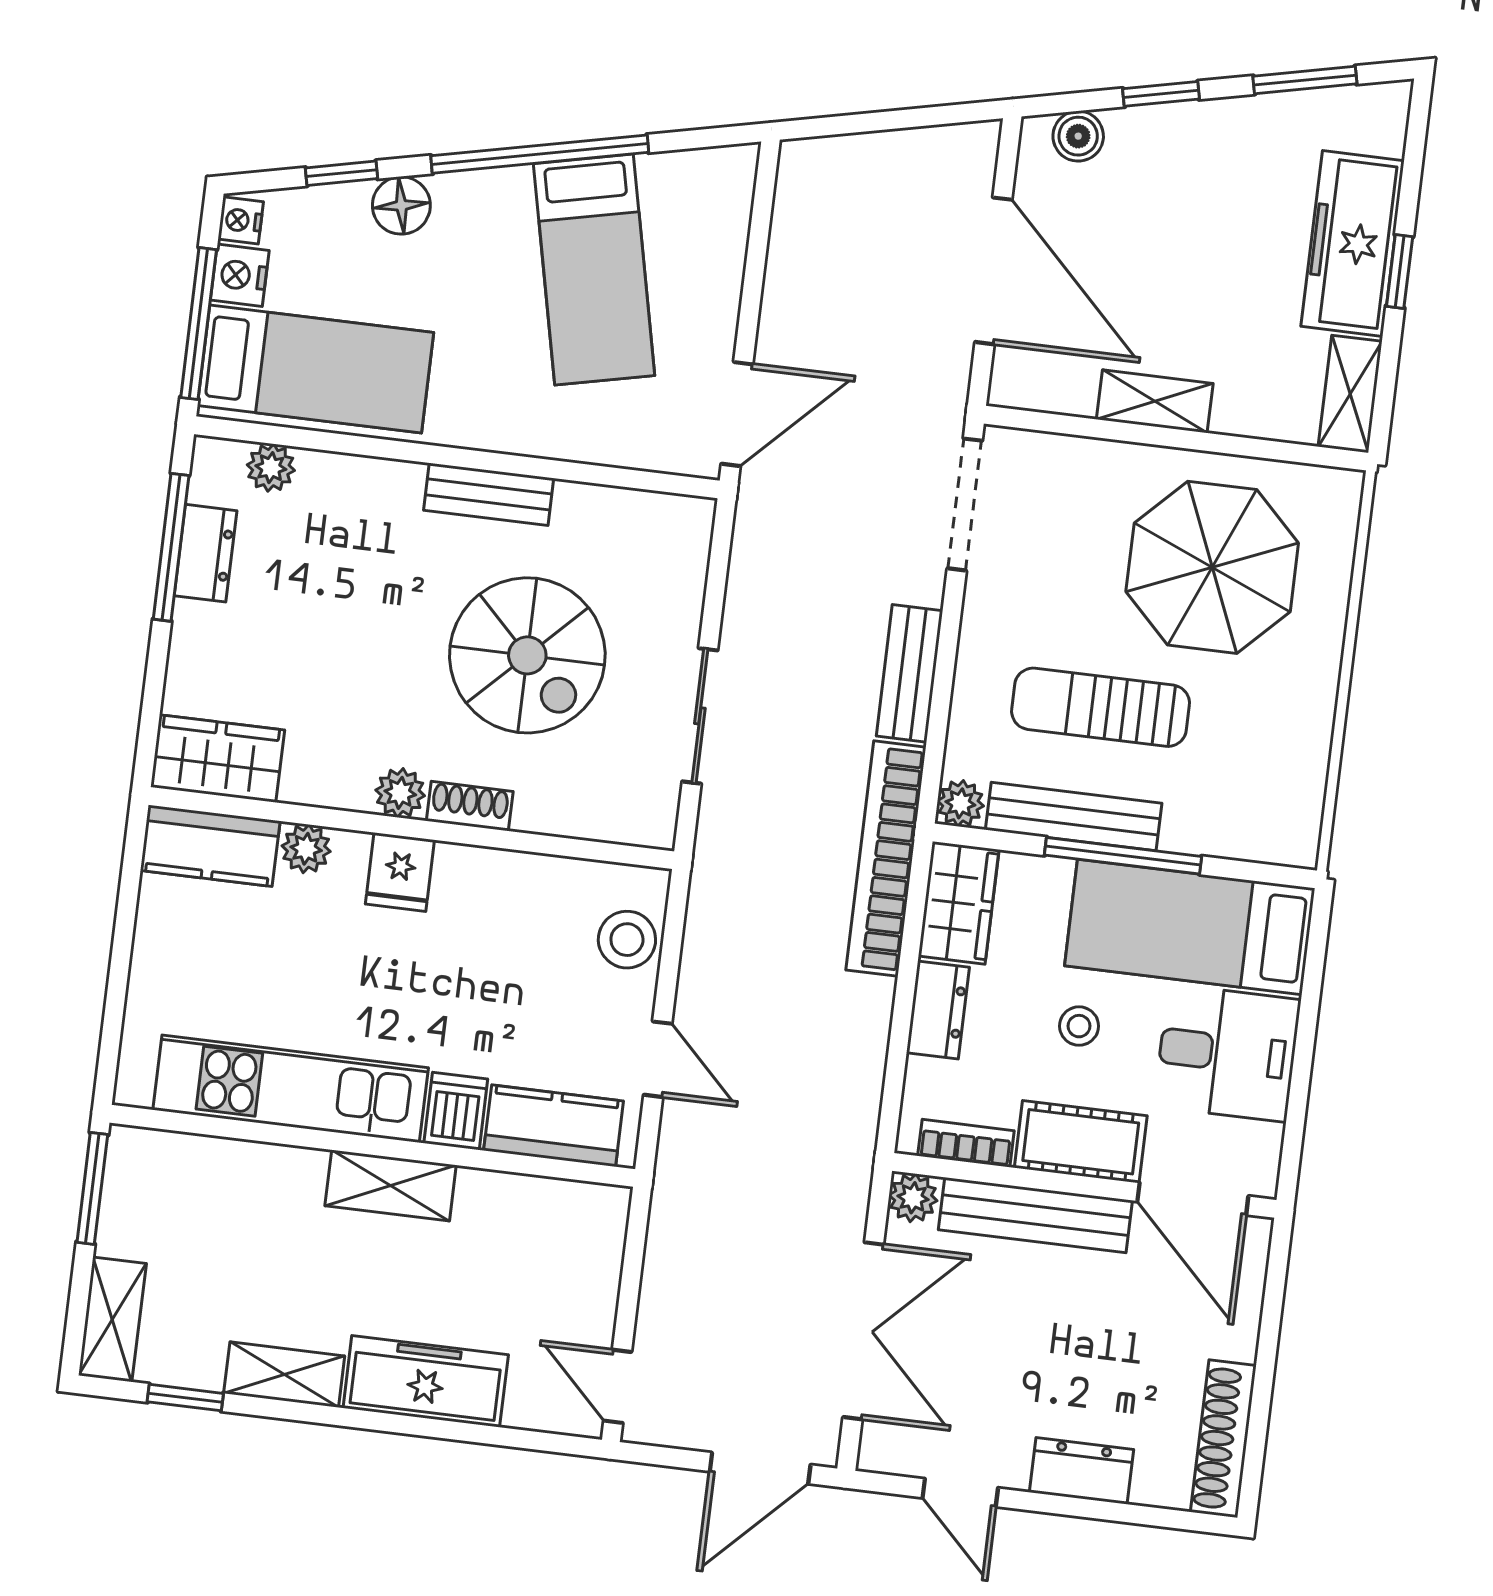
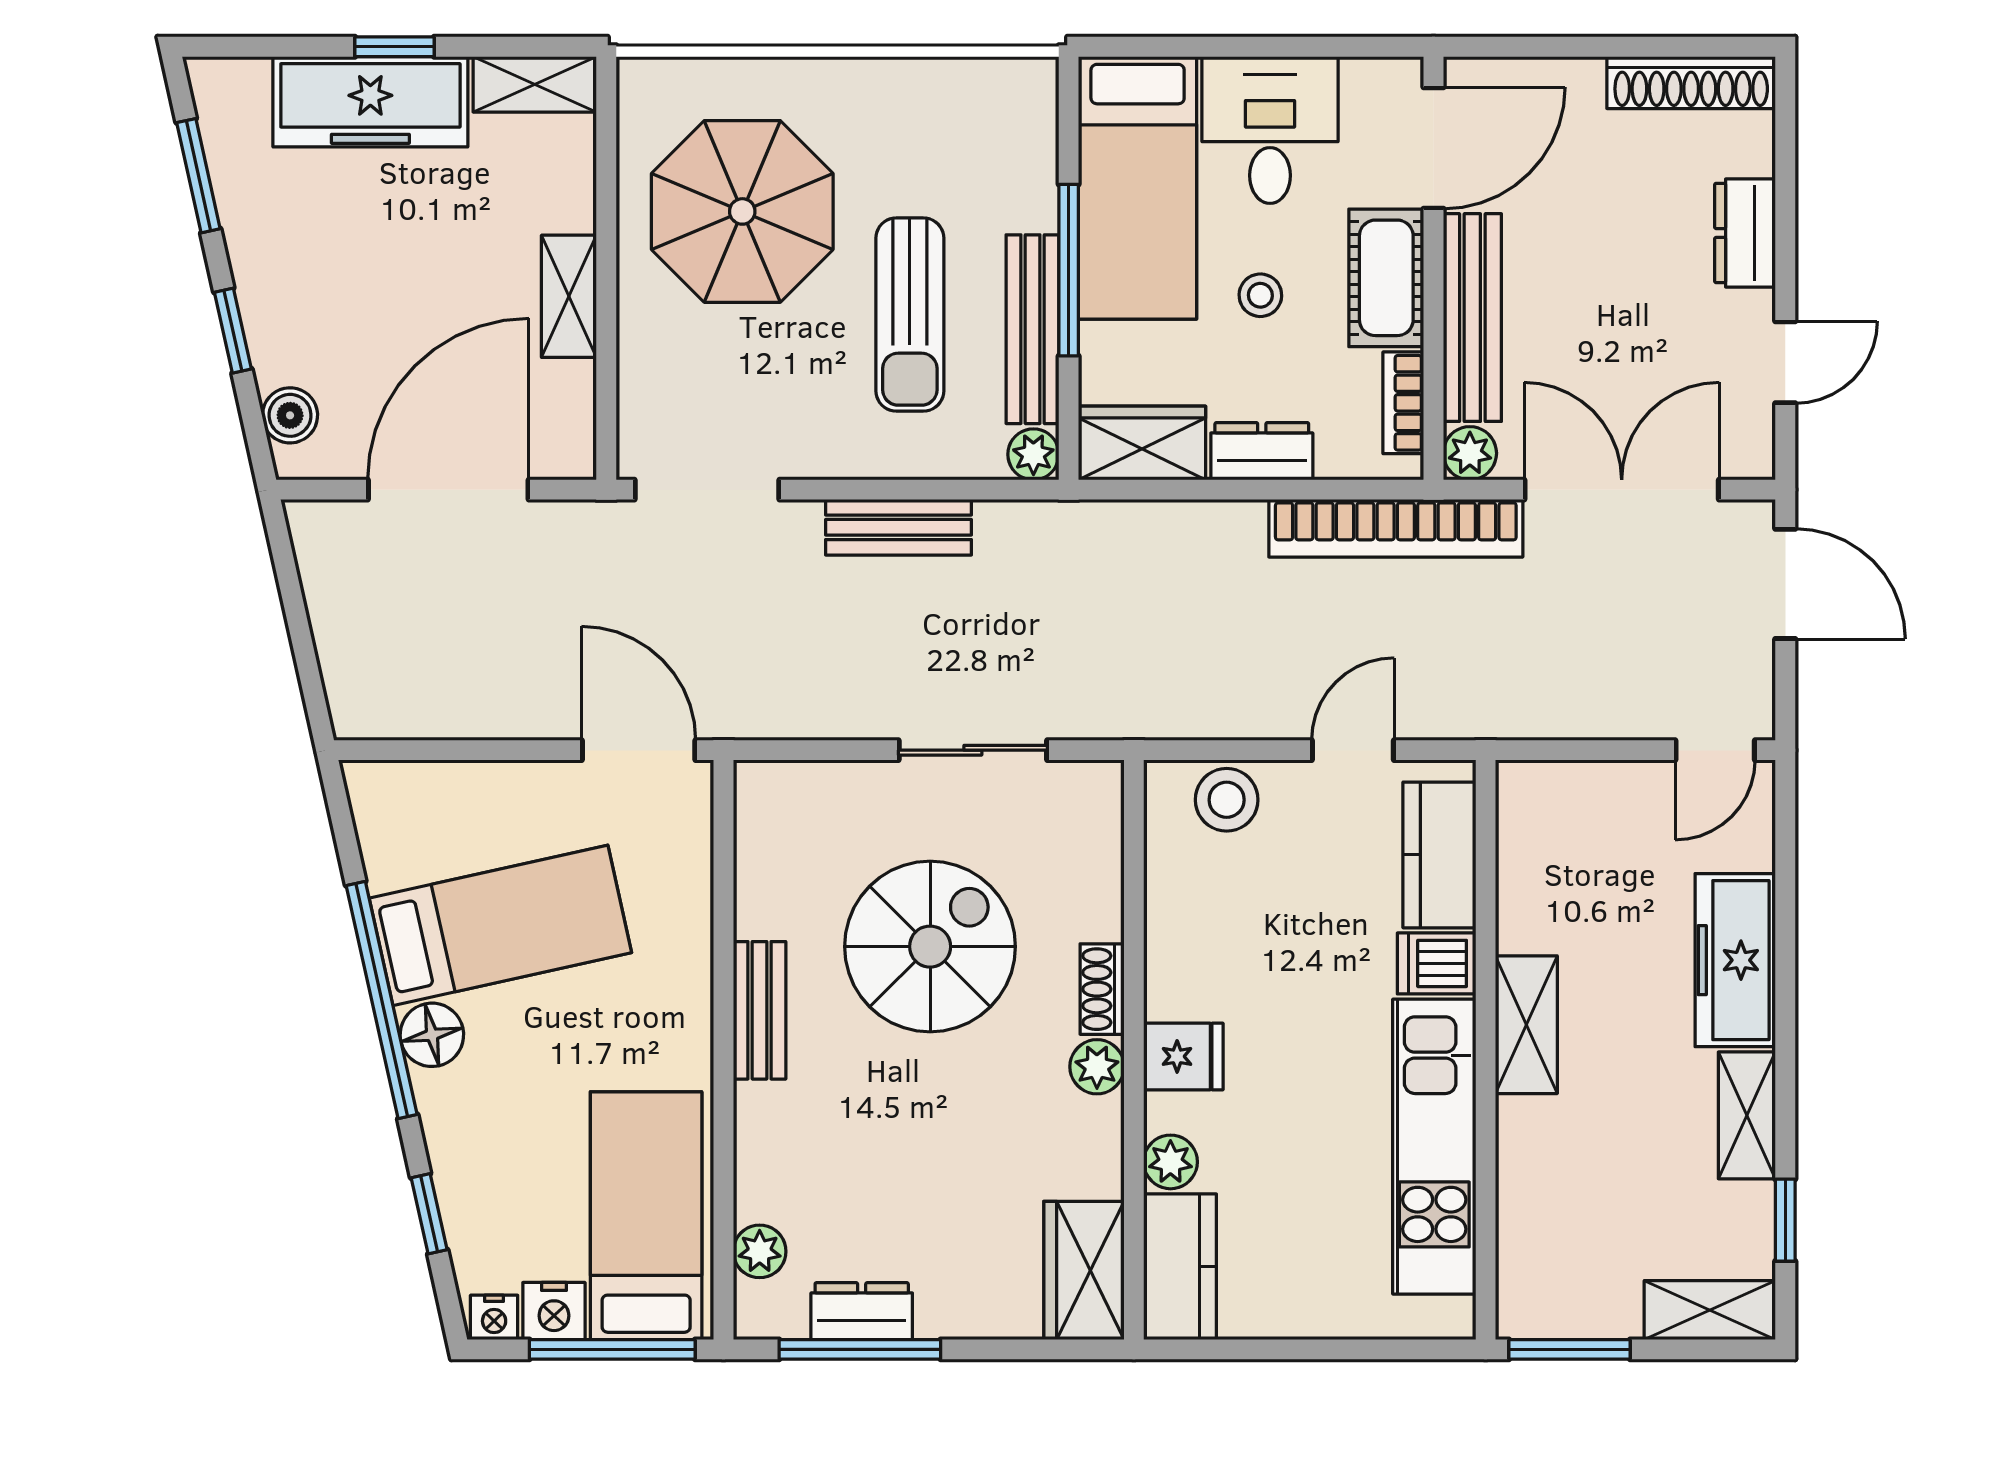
floor lamp: (401, 205) -> (432, 1035), moved
bookcase: (886, 859) -> (1396, 528), moved

